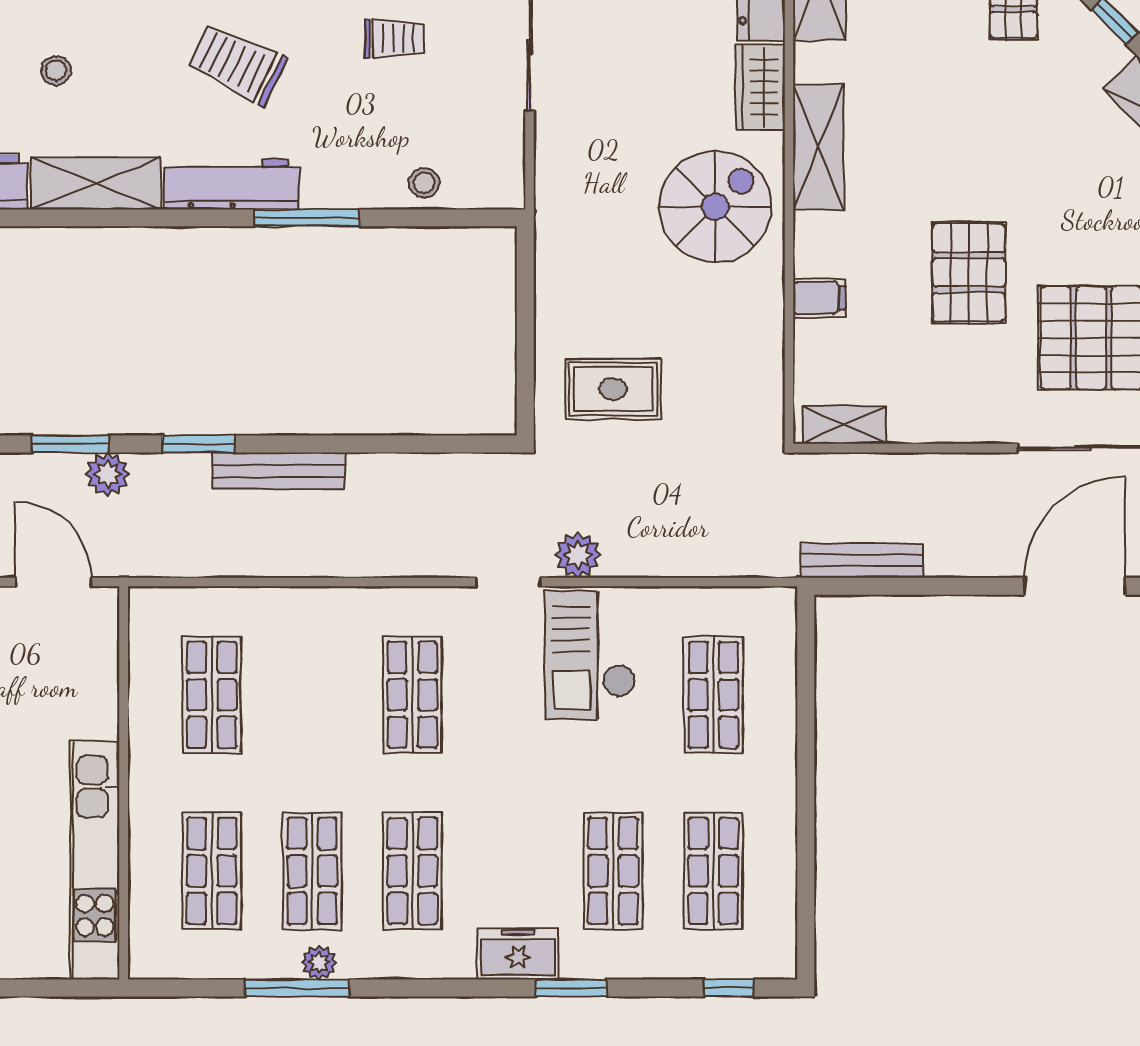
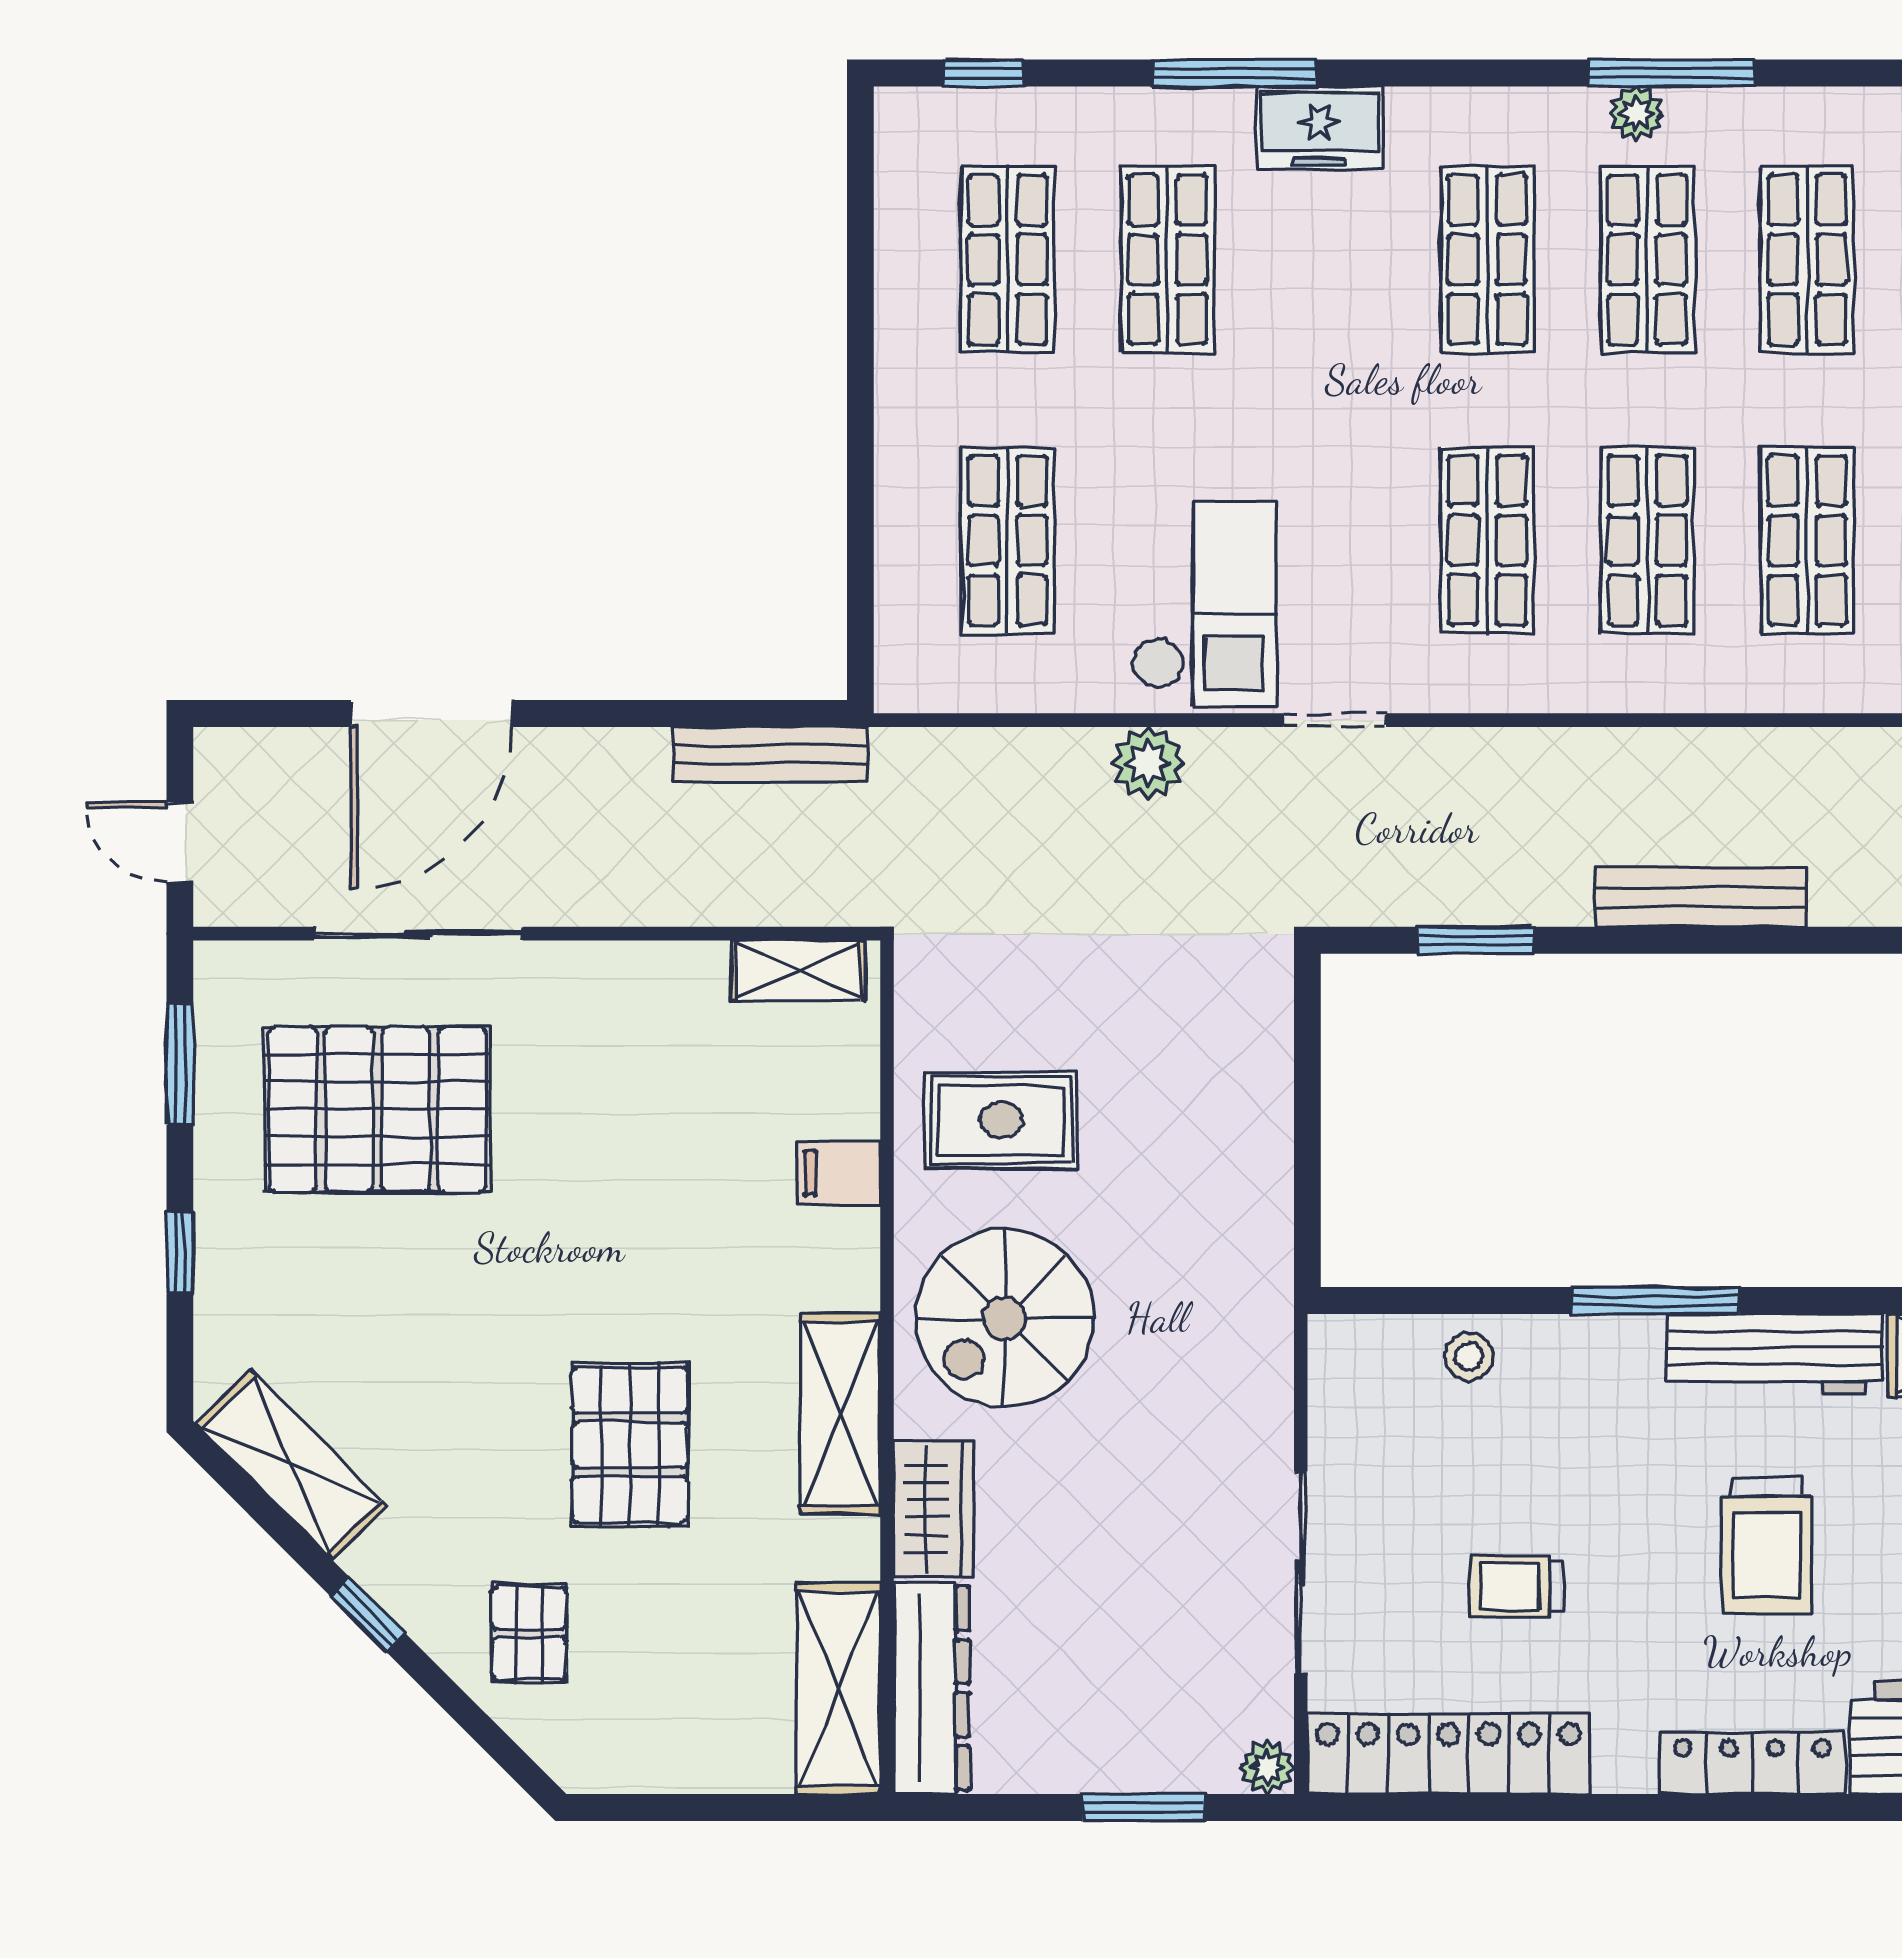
trolley: (237, 64) -> (1767, 1545), turned 64
pallet: (969, 273) -> (630, 1445), moved
rug: (613, 389) -> (1001, 1120), moved
window: (198, 444) -> (1476, 940), moved
plant: (578, 555) -> (1148, 763), moved
shop shelf: (312, 695) -> (1647, 540), added
window: (571, 988) -> (1234, 73), width x1.44

